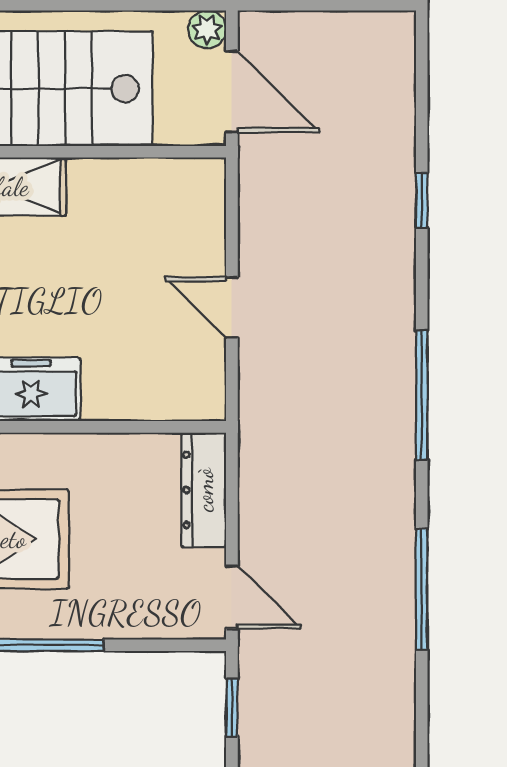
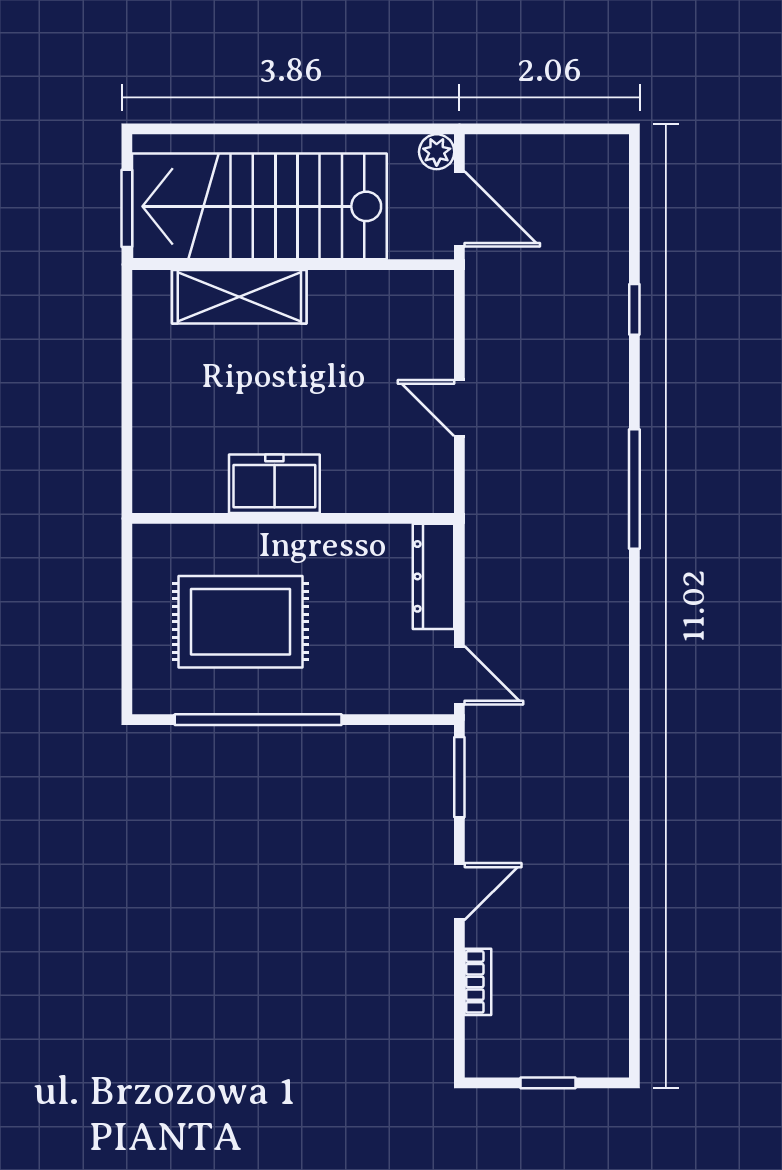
window: (422, 589) -> (634, 668), removed
window: (232, 708) -> (459, 777), width x1.50

